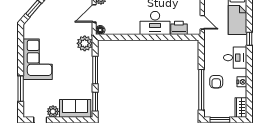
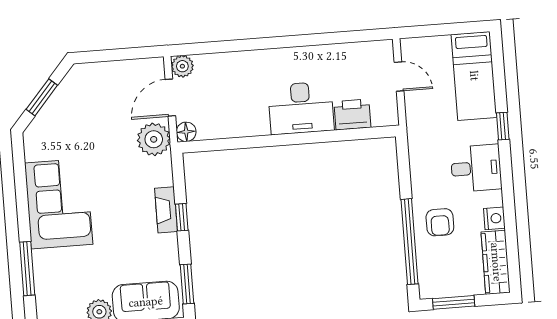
door: (202, 22) -> (399, 76), moved
plant: (85, 43) -> (154, 139), moved
fireplace: (88, 66) -> (166, 210), added
window: (95, 70) -> (182, 217), width x0.46
wardrobe: (241, 108) -> (496, 262), width x1.50

